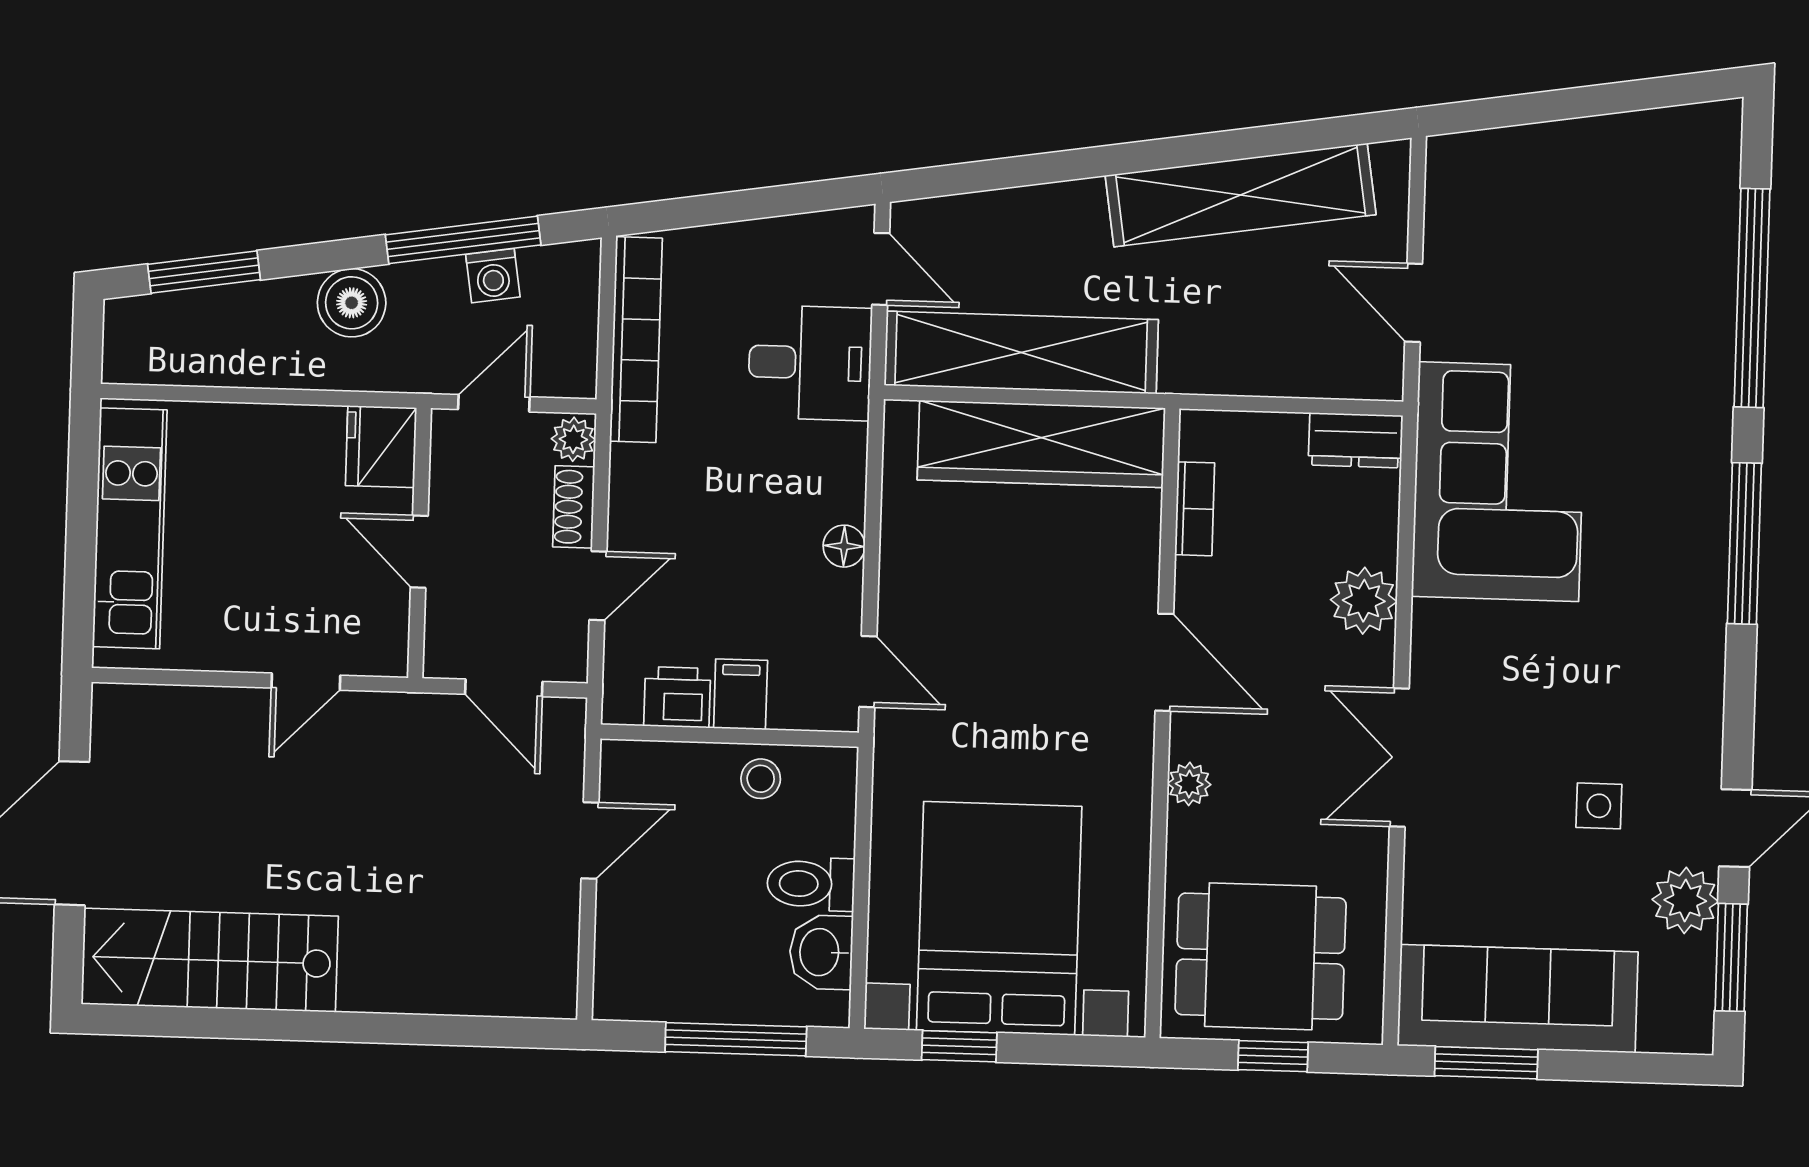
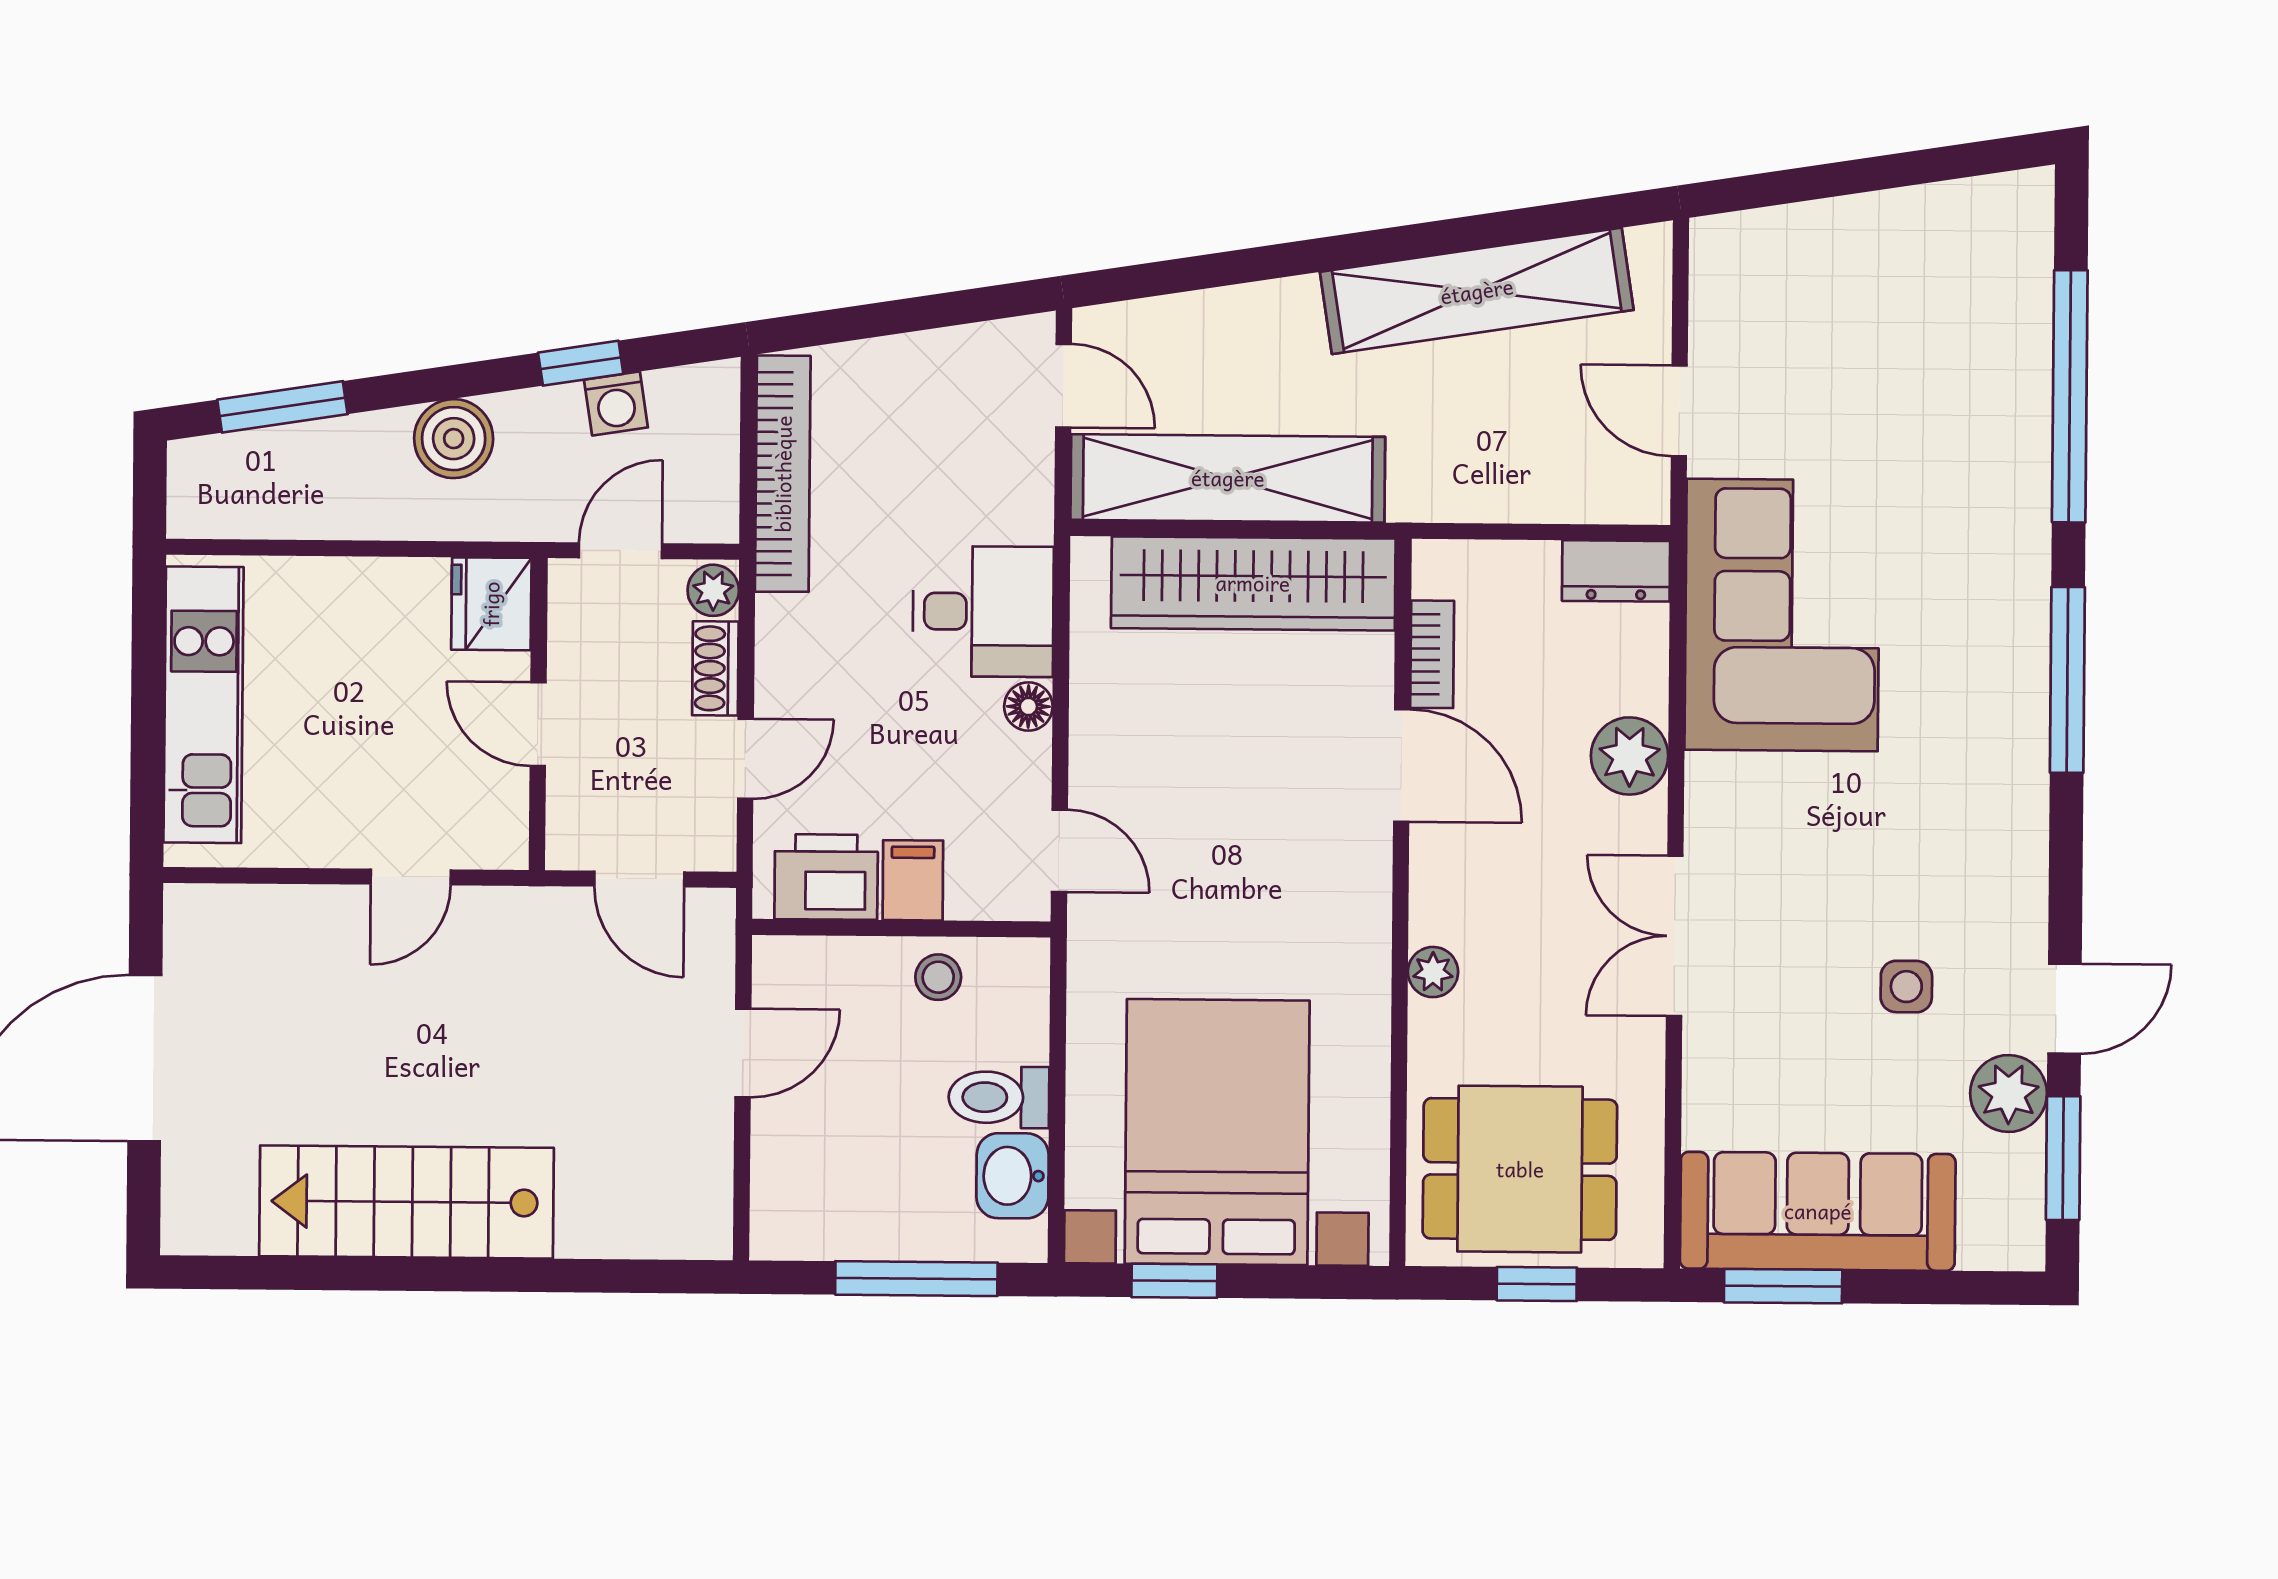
window: (463, 240) -> (581, 363), width x0.46
desk: (810, 363) -> (983, 611), moved
door: (1164, 662) -> (1402, 766), moved
printer: (677, 697) -> (826, 877), width x1.36, depth x1.24
stairs: (210, 960) -> (406, 1202), moved

